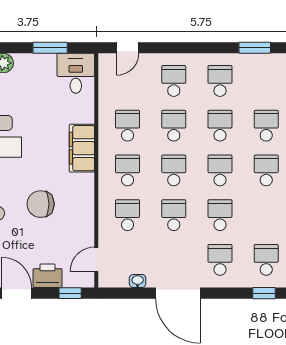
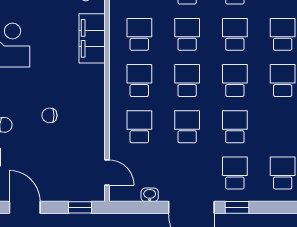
filing cabinet: (82, 148) -> (92, 38), moved
chair: (41, 204) -> (49, 115), width x0.54, depth x0.54
door: (96, 259) -> (107, 172), swing flipped
printer: (48, 276) -> (57, 189), removed
window: (264, 293) -> (237, 207), moved

